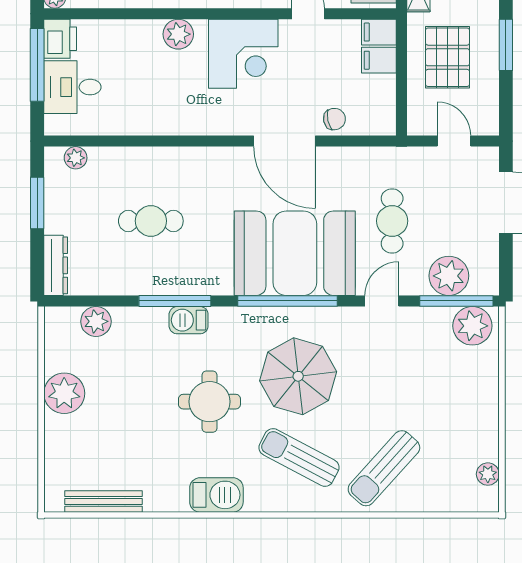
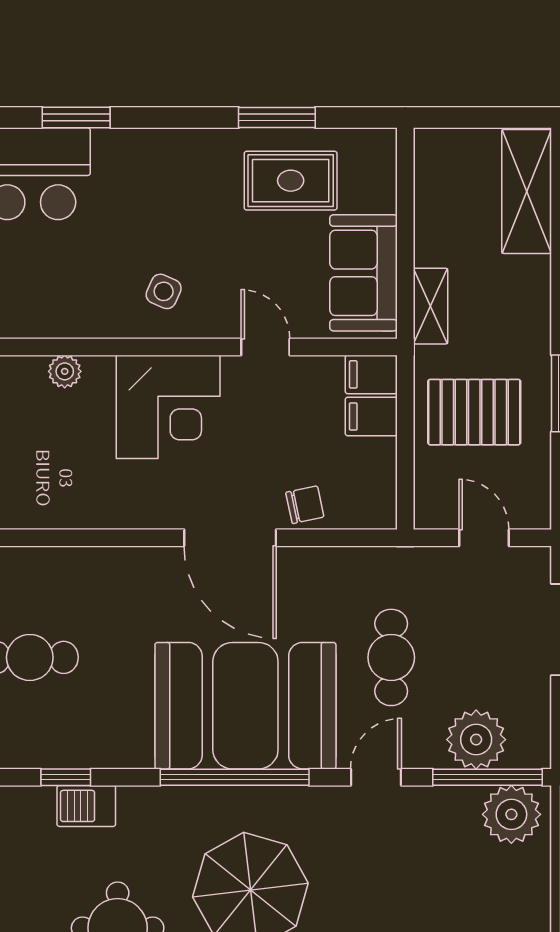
plant: (178, 34) -> (65, 371), width x0.73, depth x0.73
pallet: (448, 57) -> (474, 412), turned 90
window: (175, 301) -> (66, 777), width x0.46

